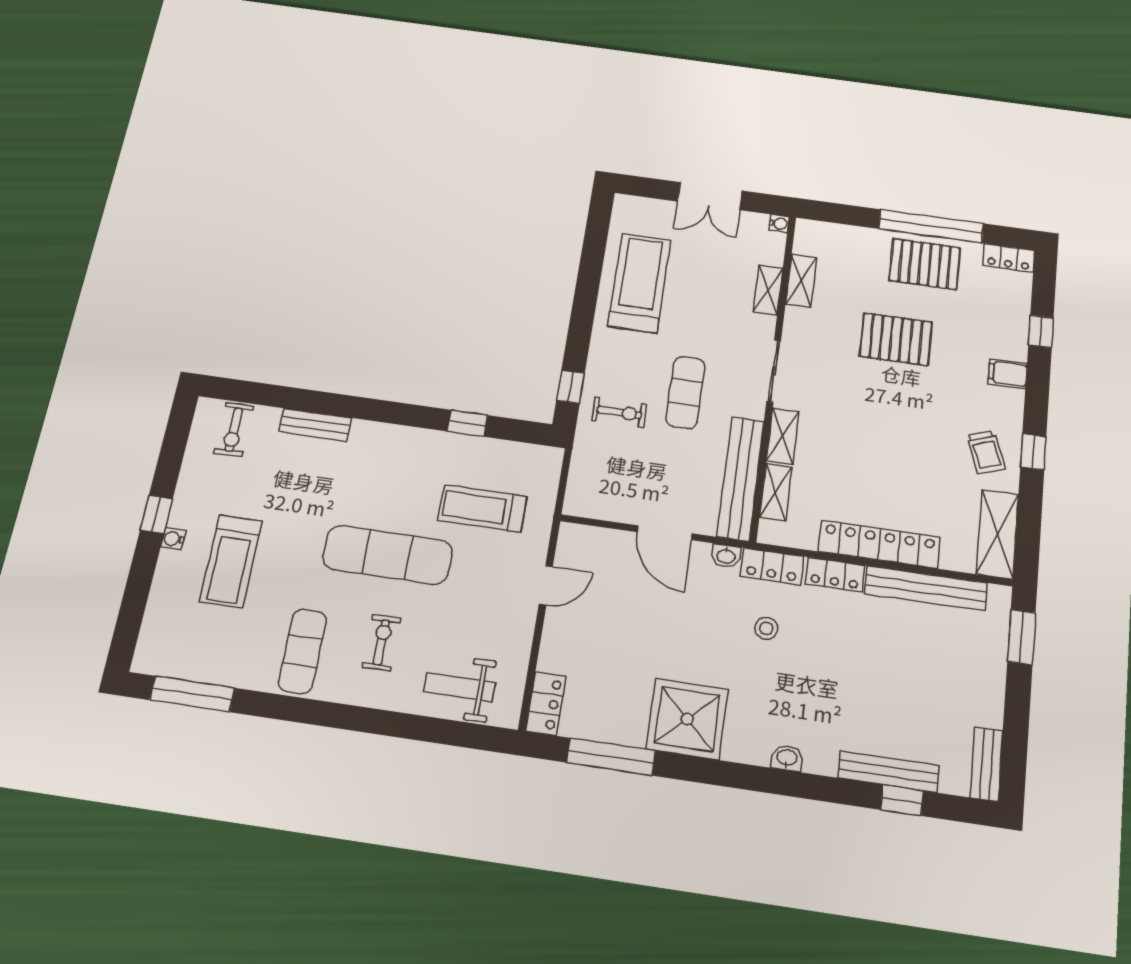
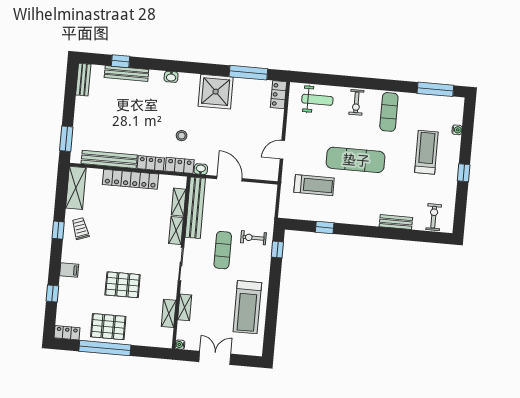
water cooler: (173, 539) -> (457, 130), moved
exercise bike: (381, 642) -> (356, 102), moved

